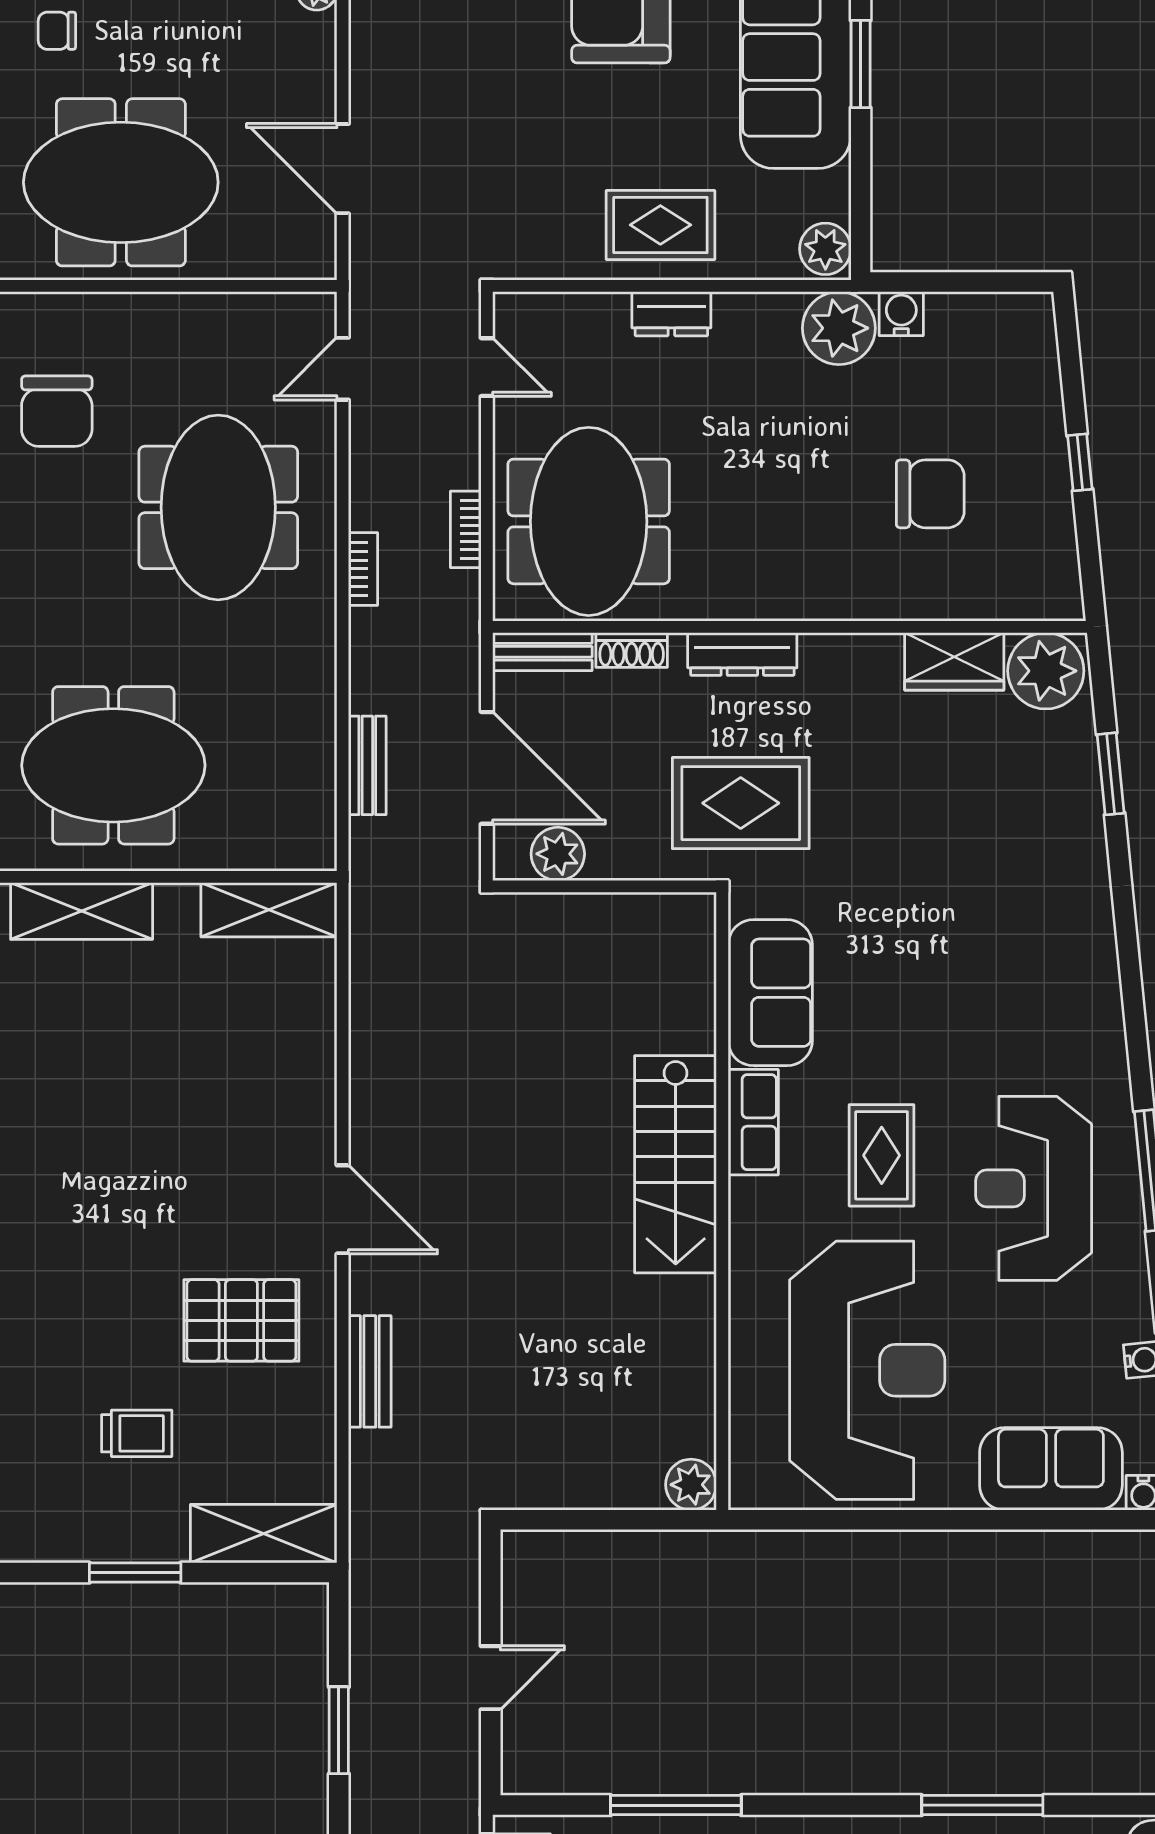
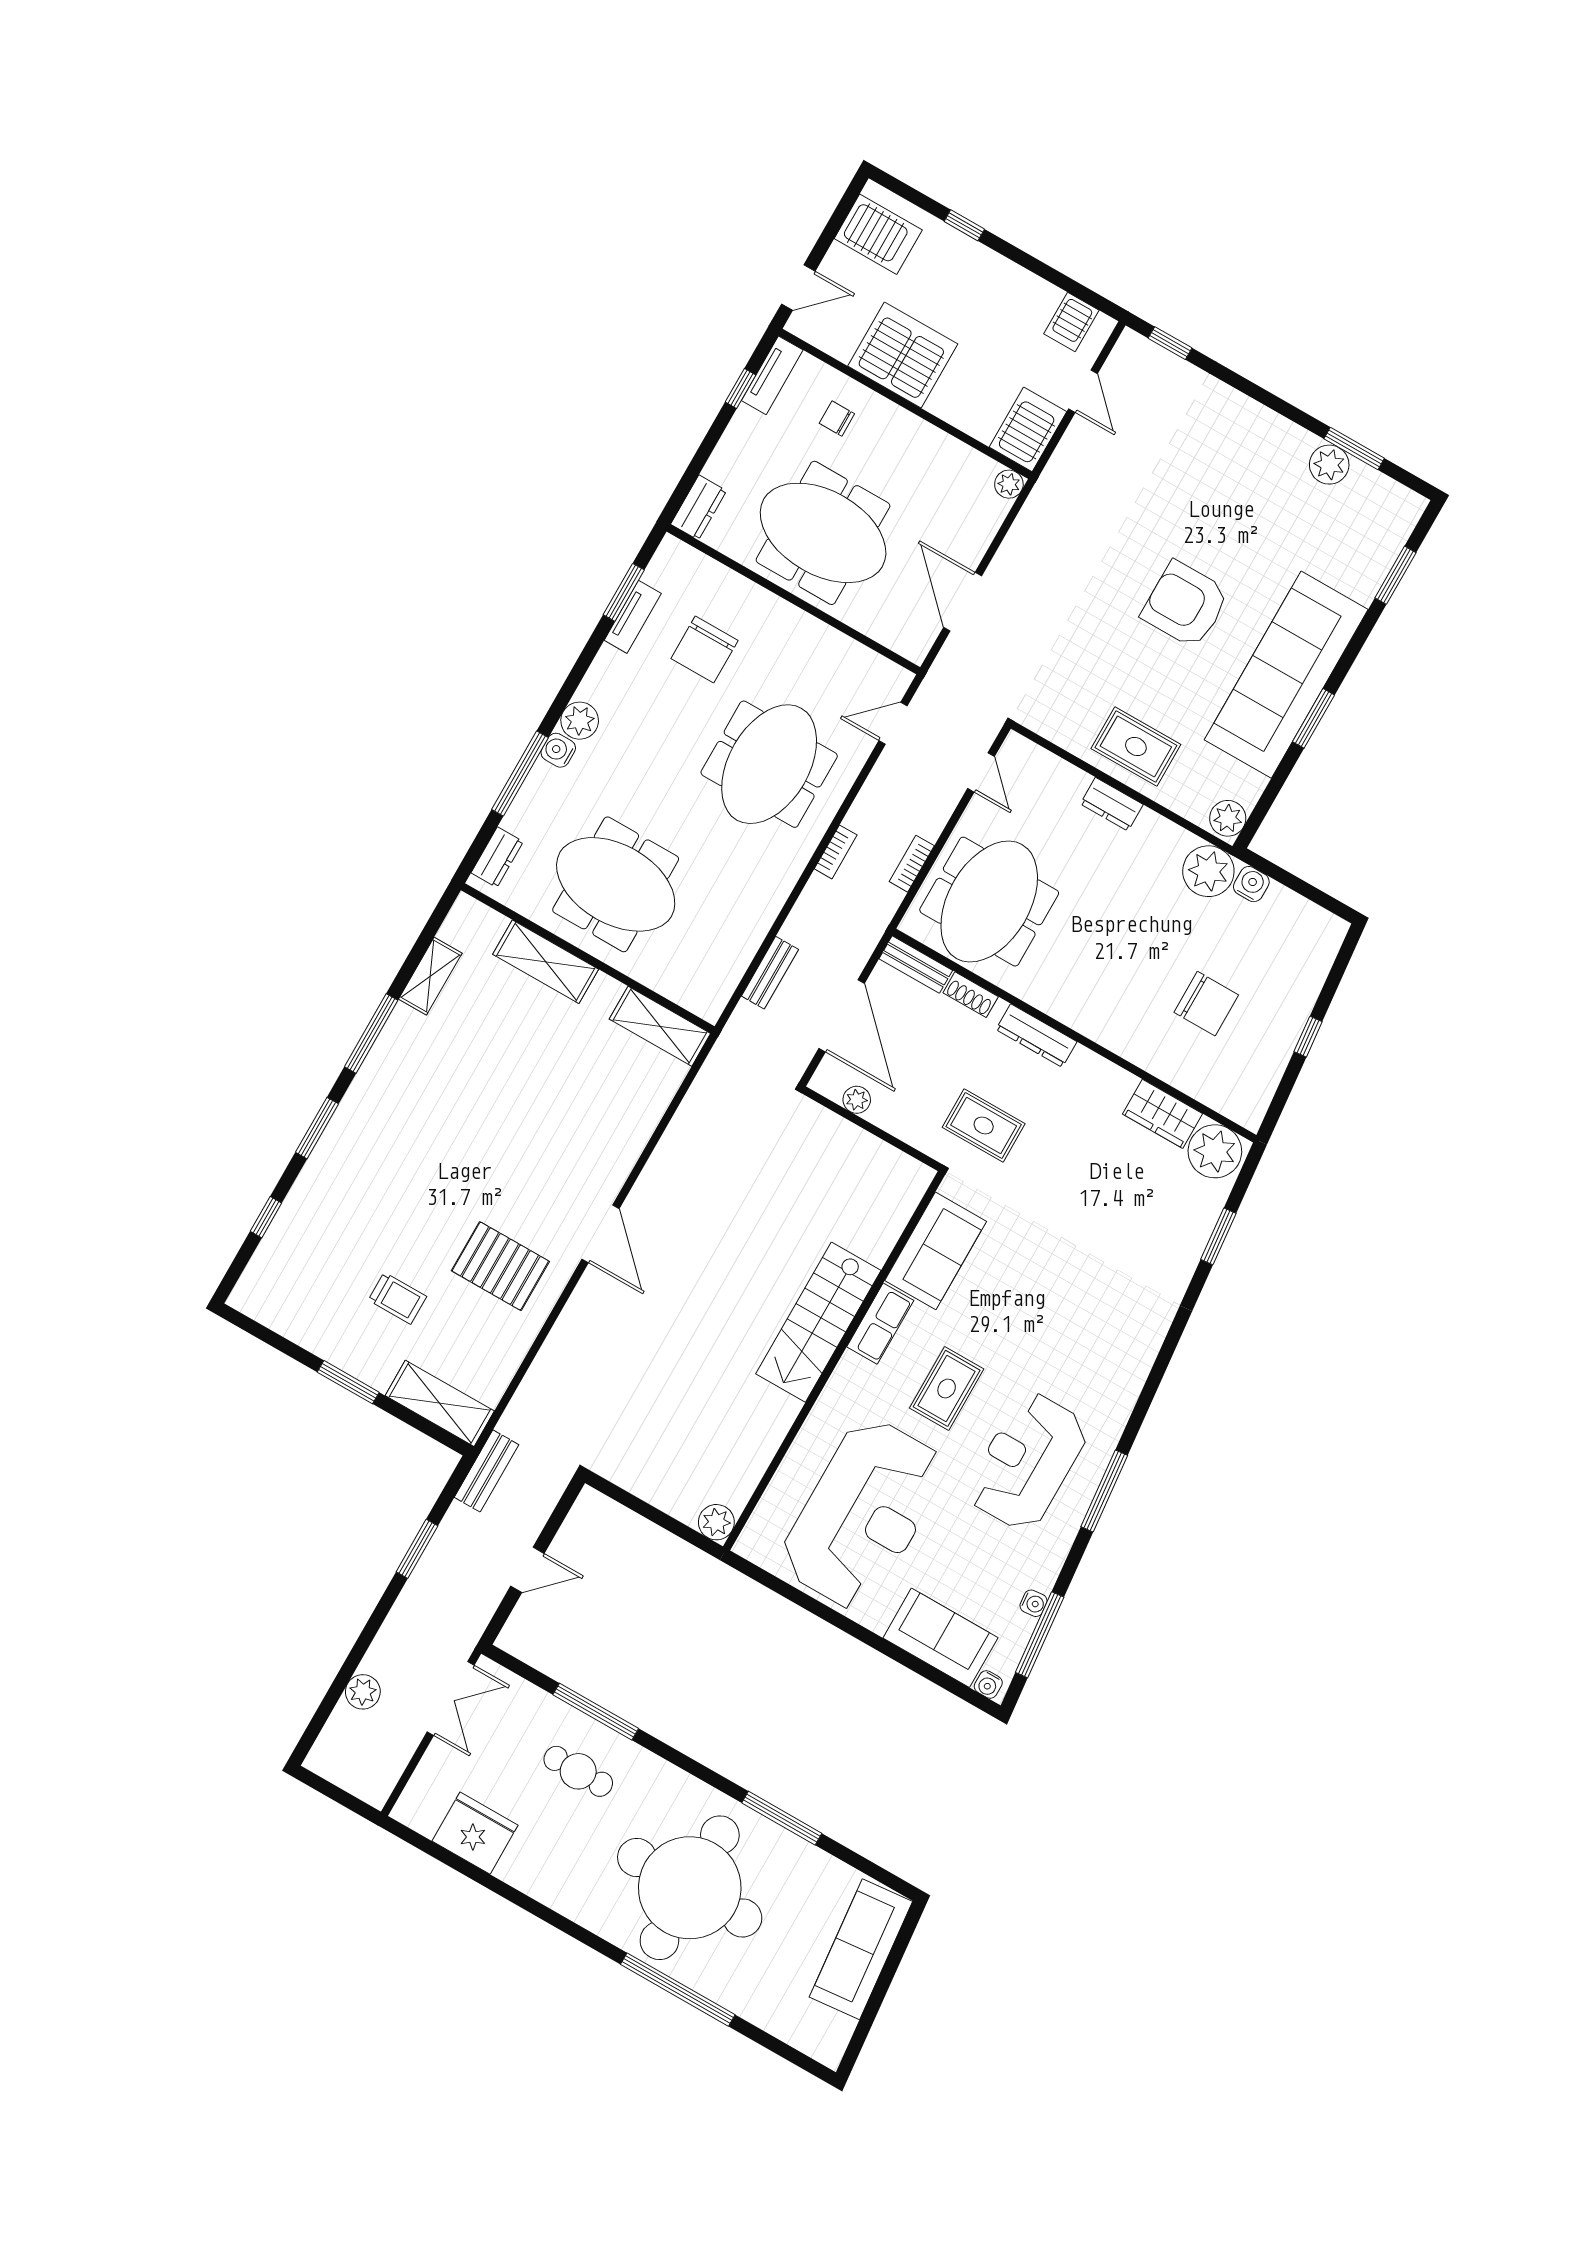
rug: (741, 803) -> (984, 1125), width x0.73, depth x0.70
plant: (558, 854) -> (857, 1100), width x0.73, depth x0.73
bench: (370, 1371) -> (487, 1471), moved

